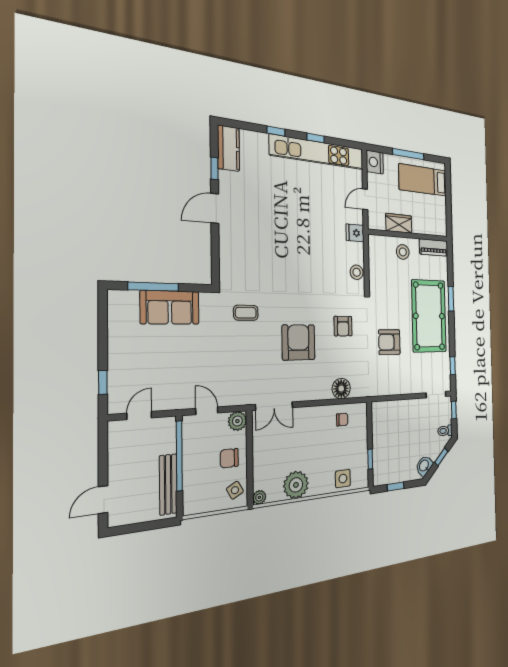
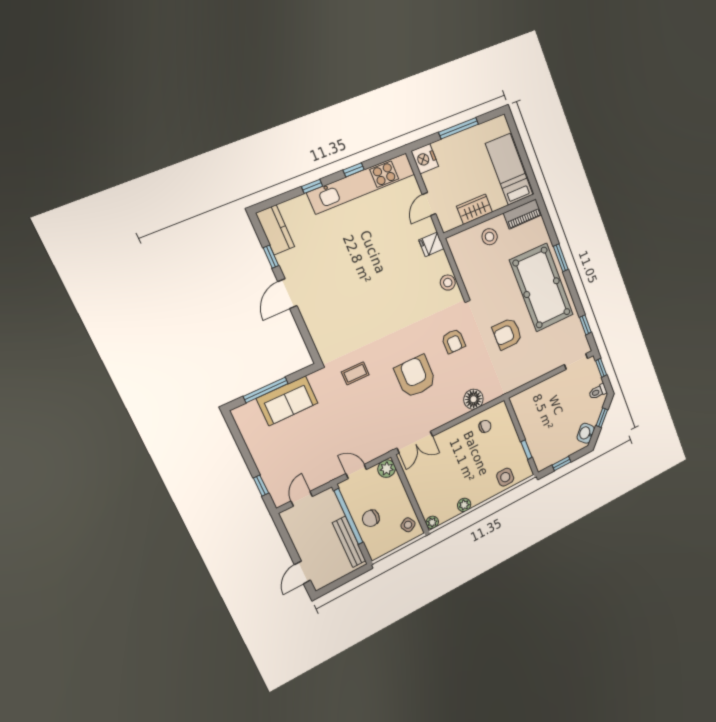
bed: (423, 180) -> (509, 169), moved, turned 90
chair: (229, 458) -> (371, 518), moved
plant: (296, 485) -> (464, 505), width x0.53, depth x0.53

